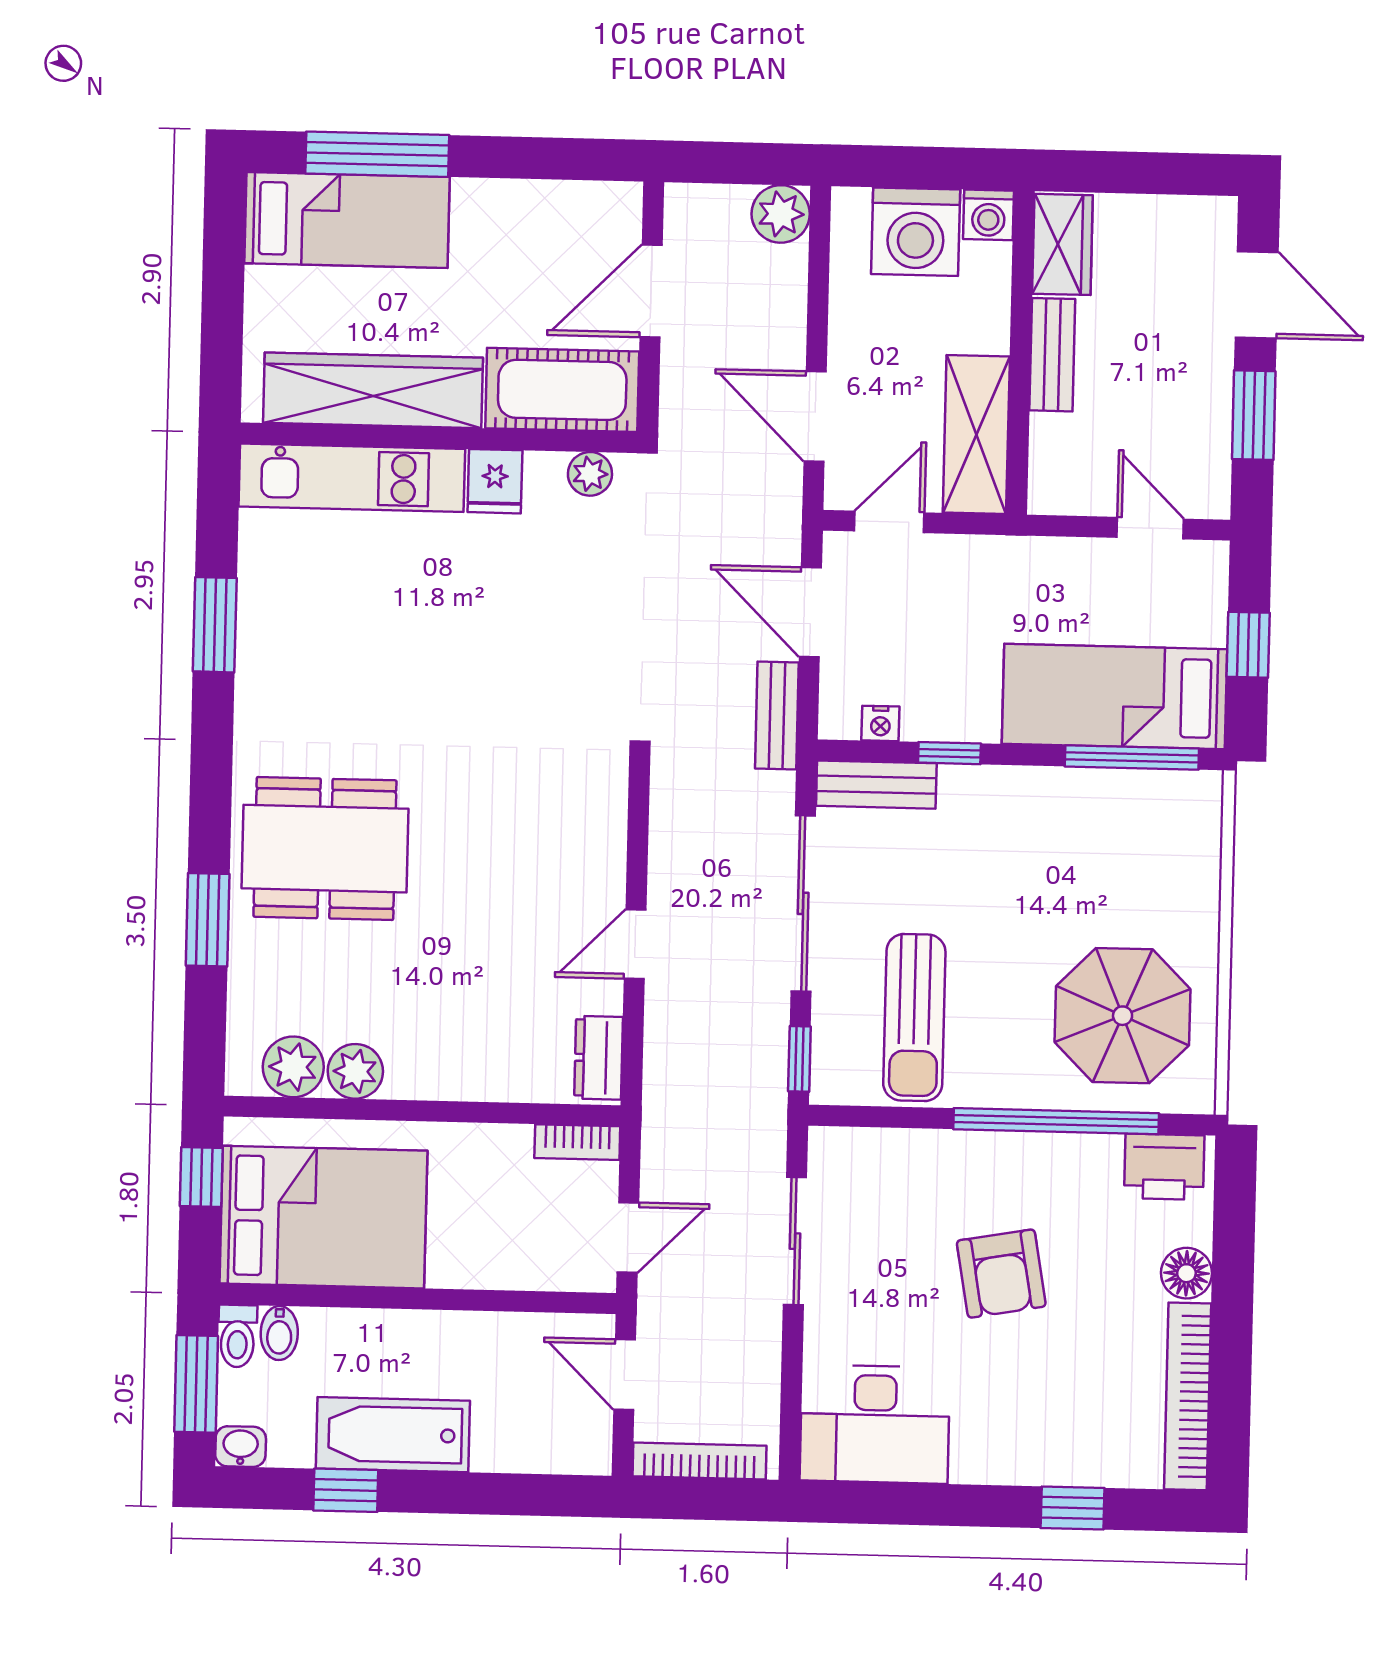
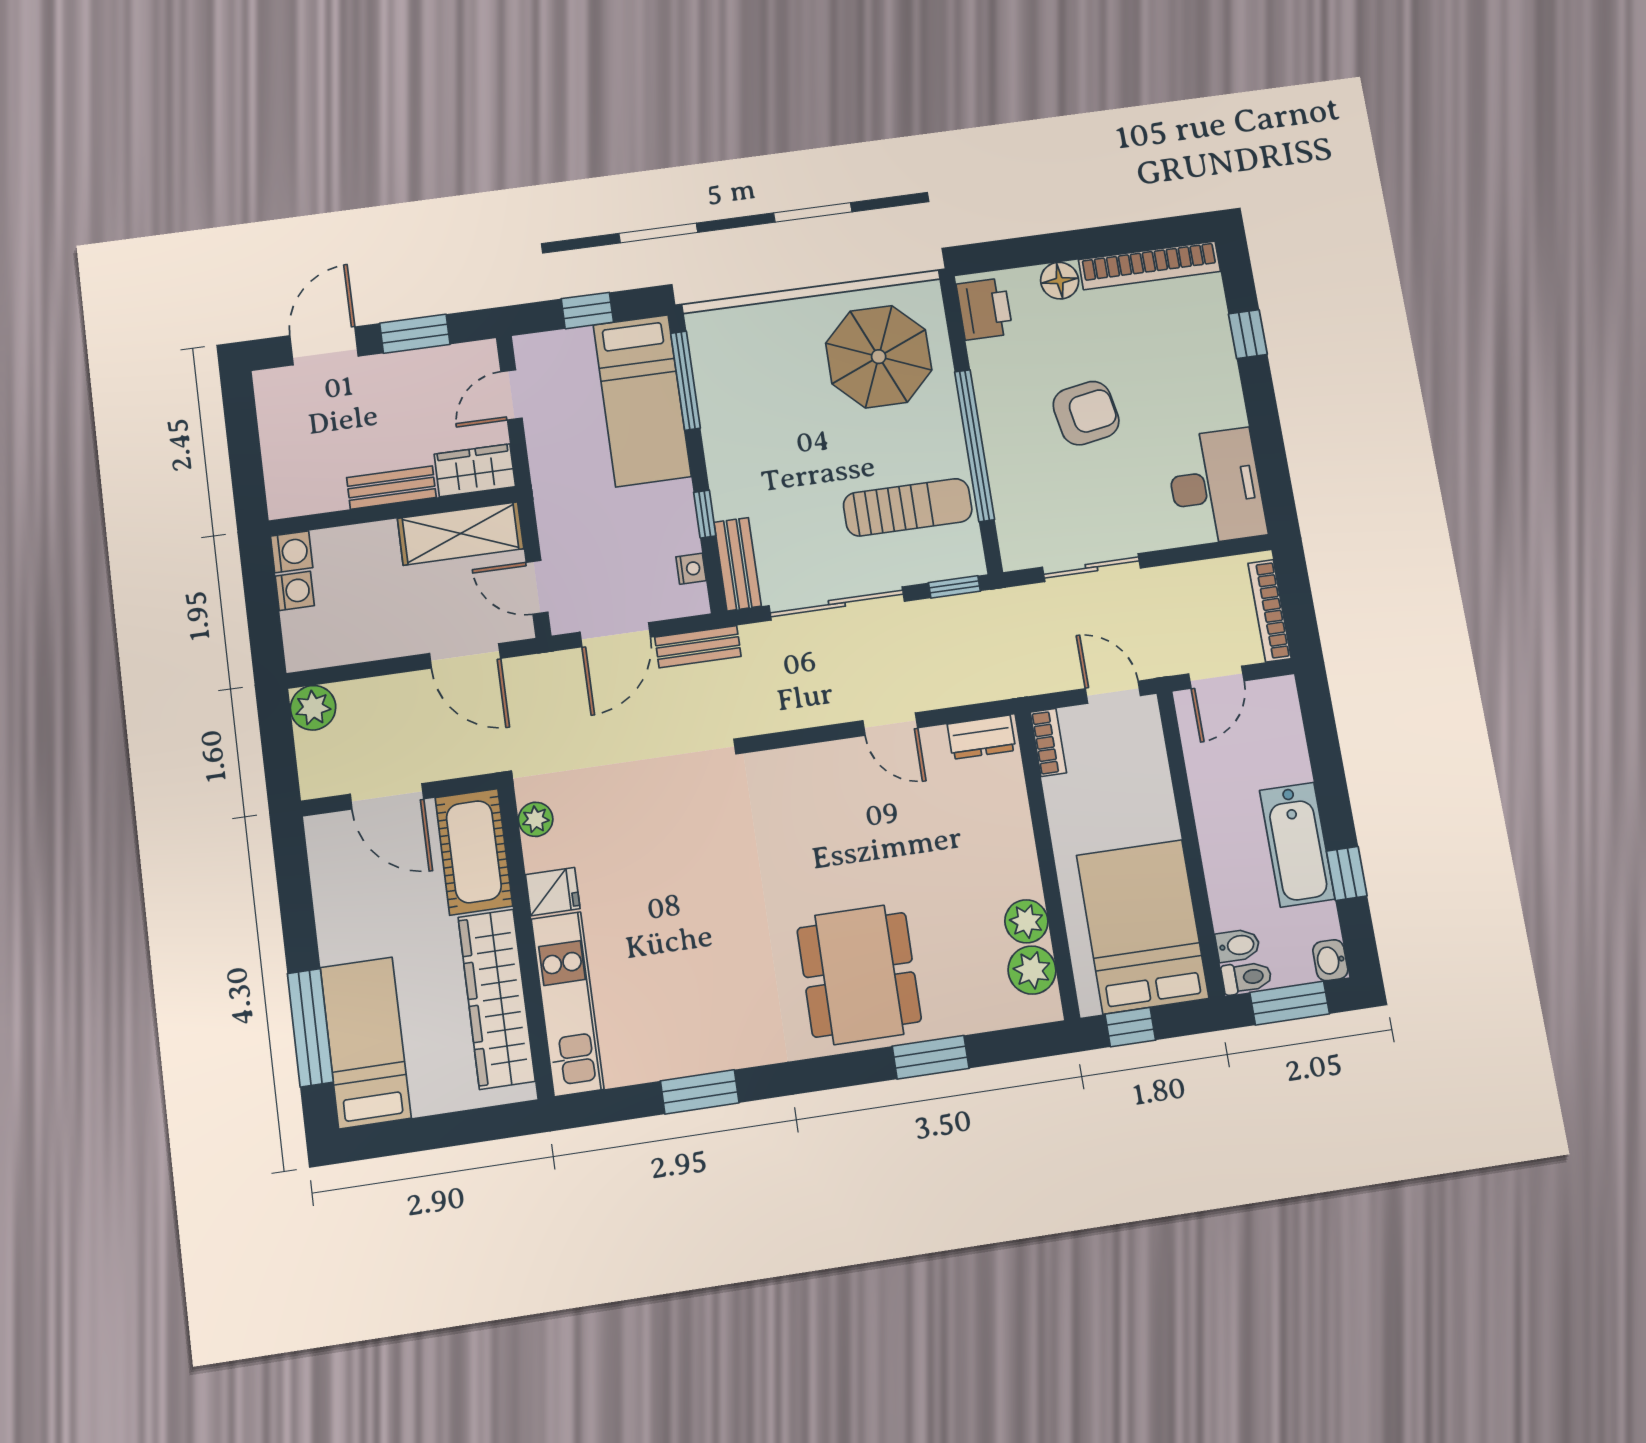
washing machine: (916, 232) -> (295, 591), width x0.53, depth x0.53
wardrobe: (1062, 244) -> (475, 470), moved
door: (815, 417) -> (465, 656), hinge flipped
window: (1056, 1121) -> (974, 445), moved

